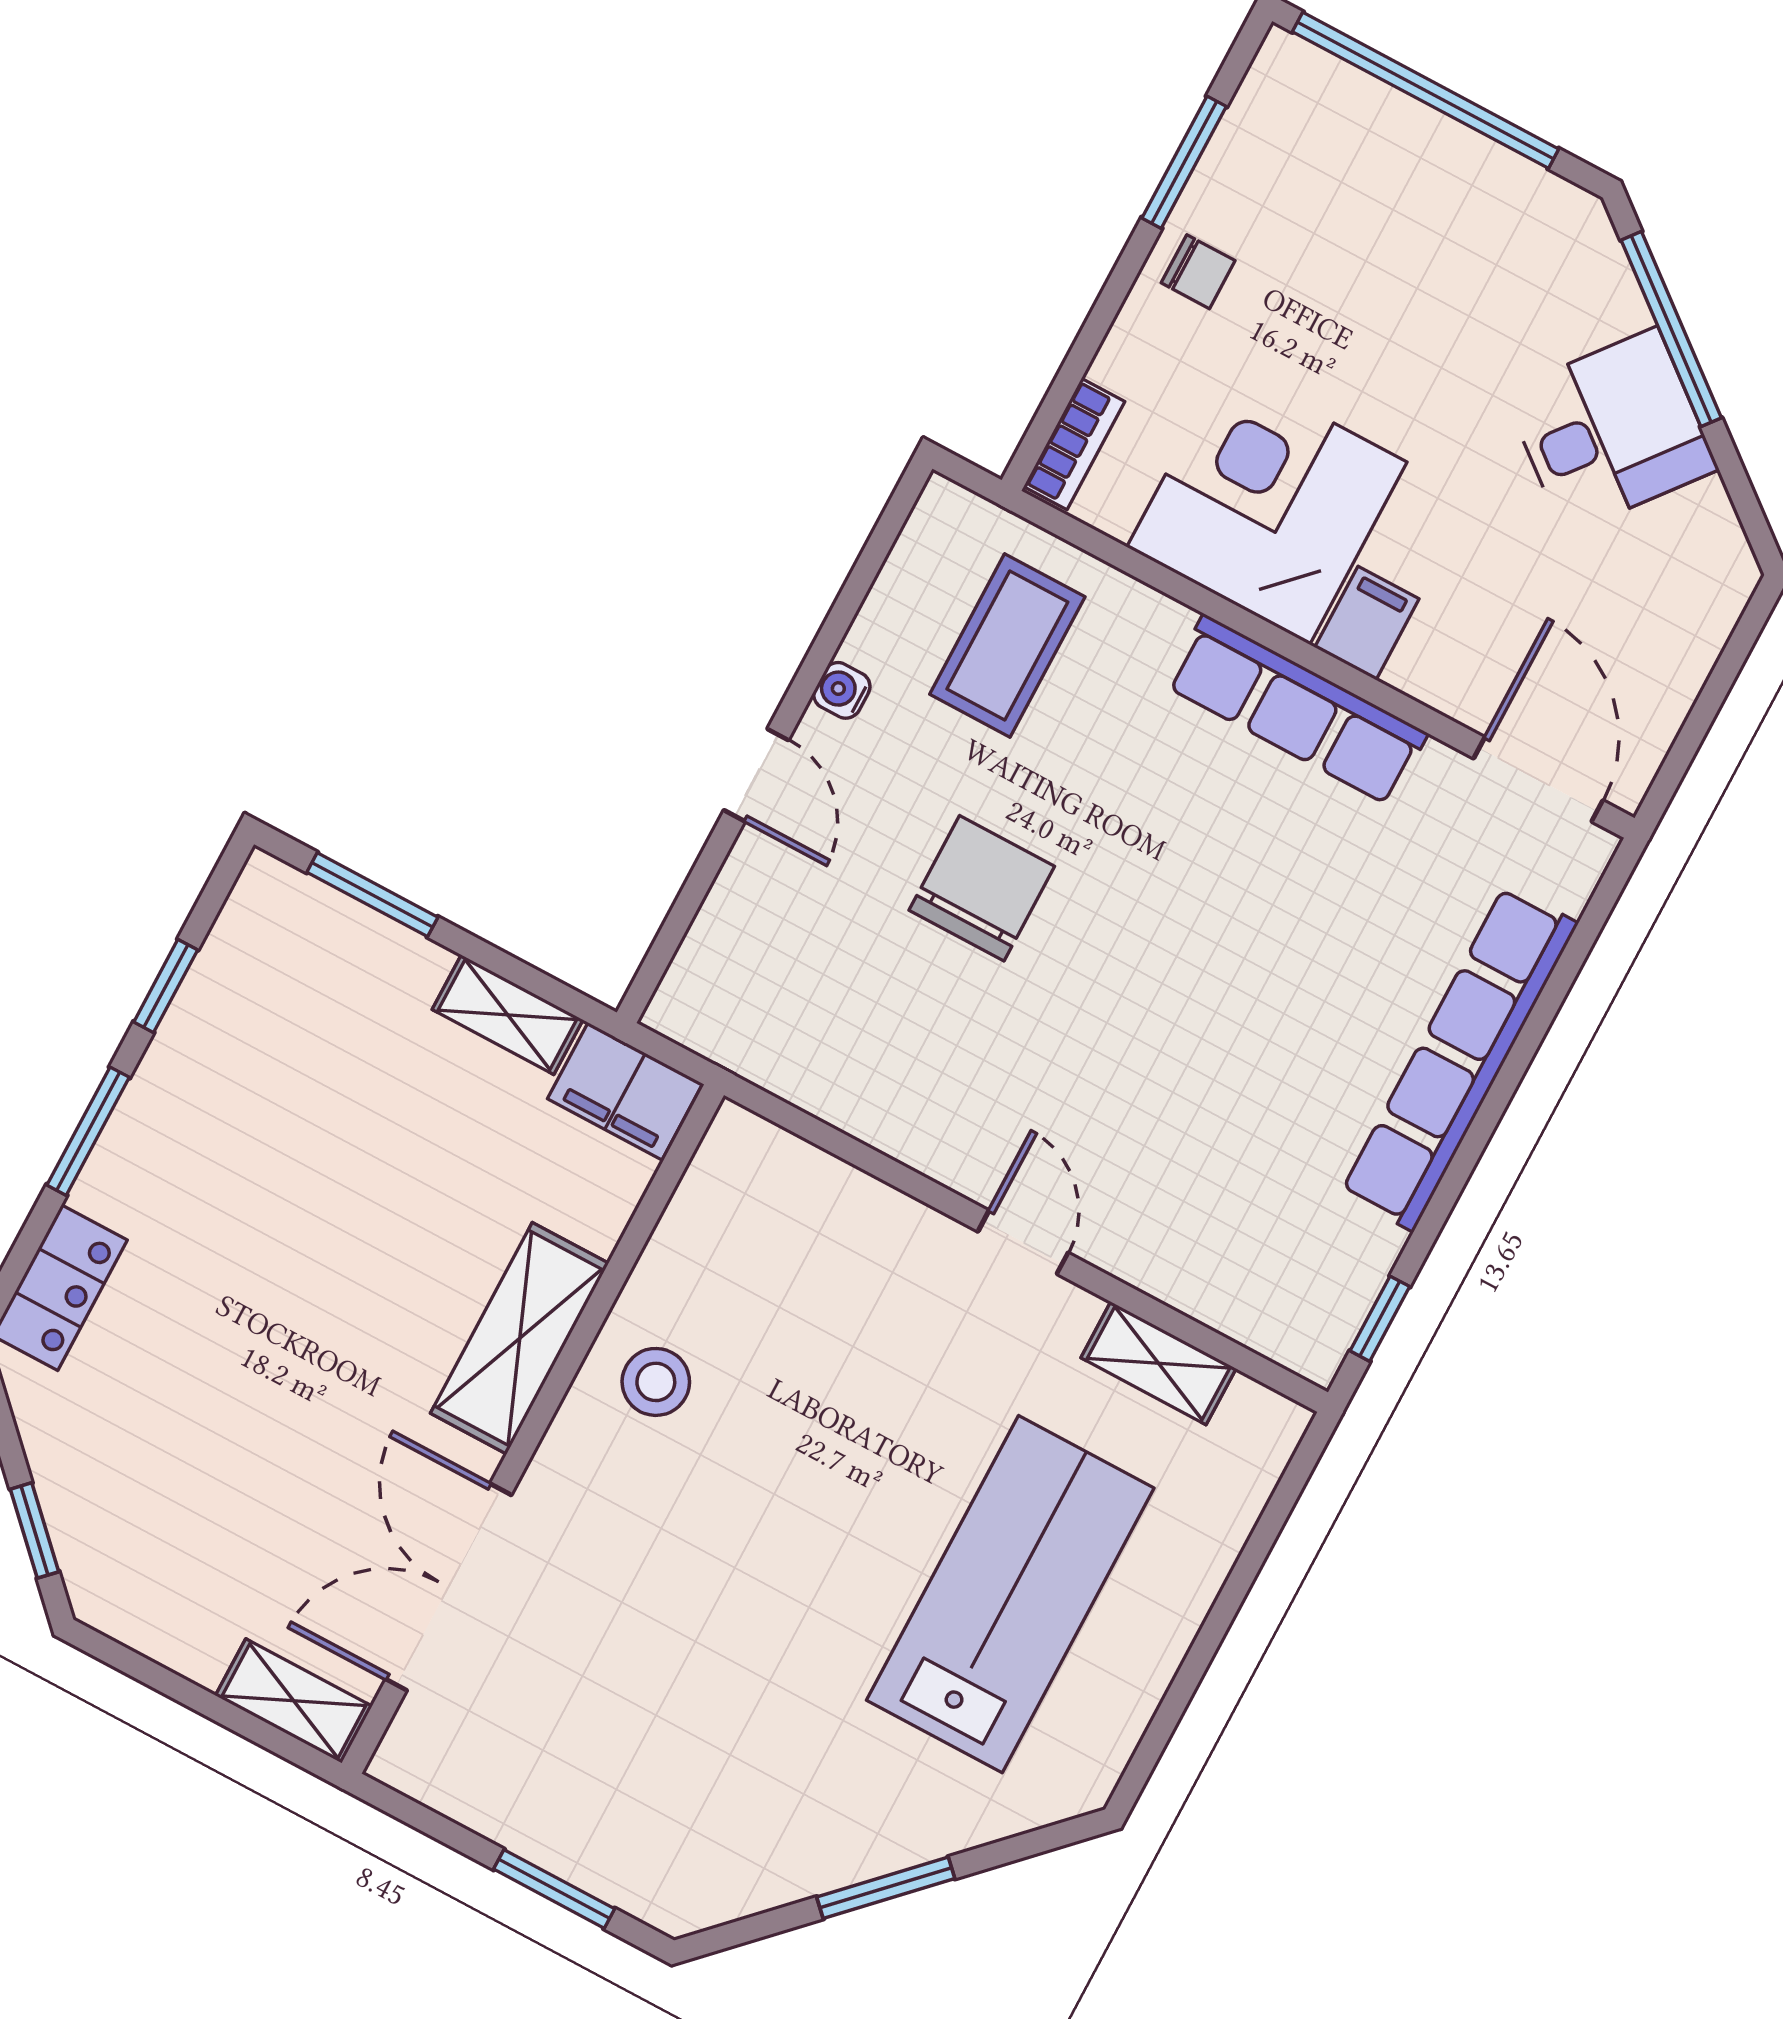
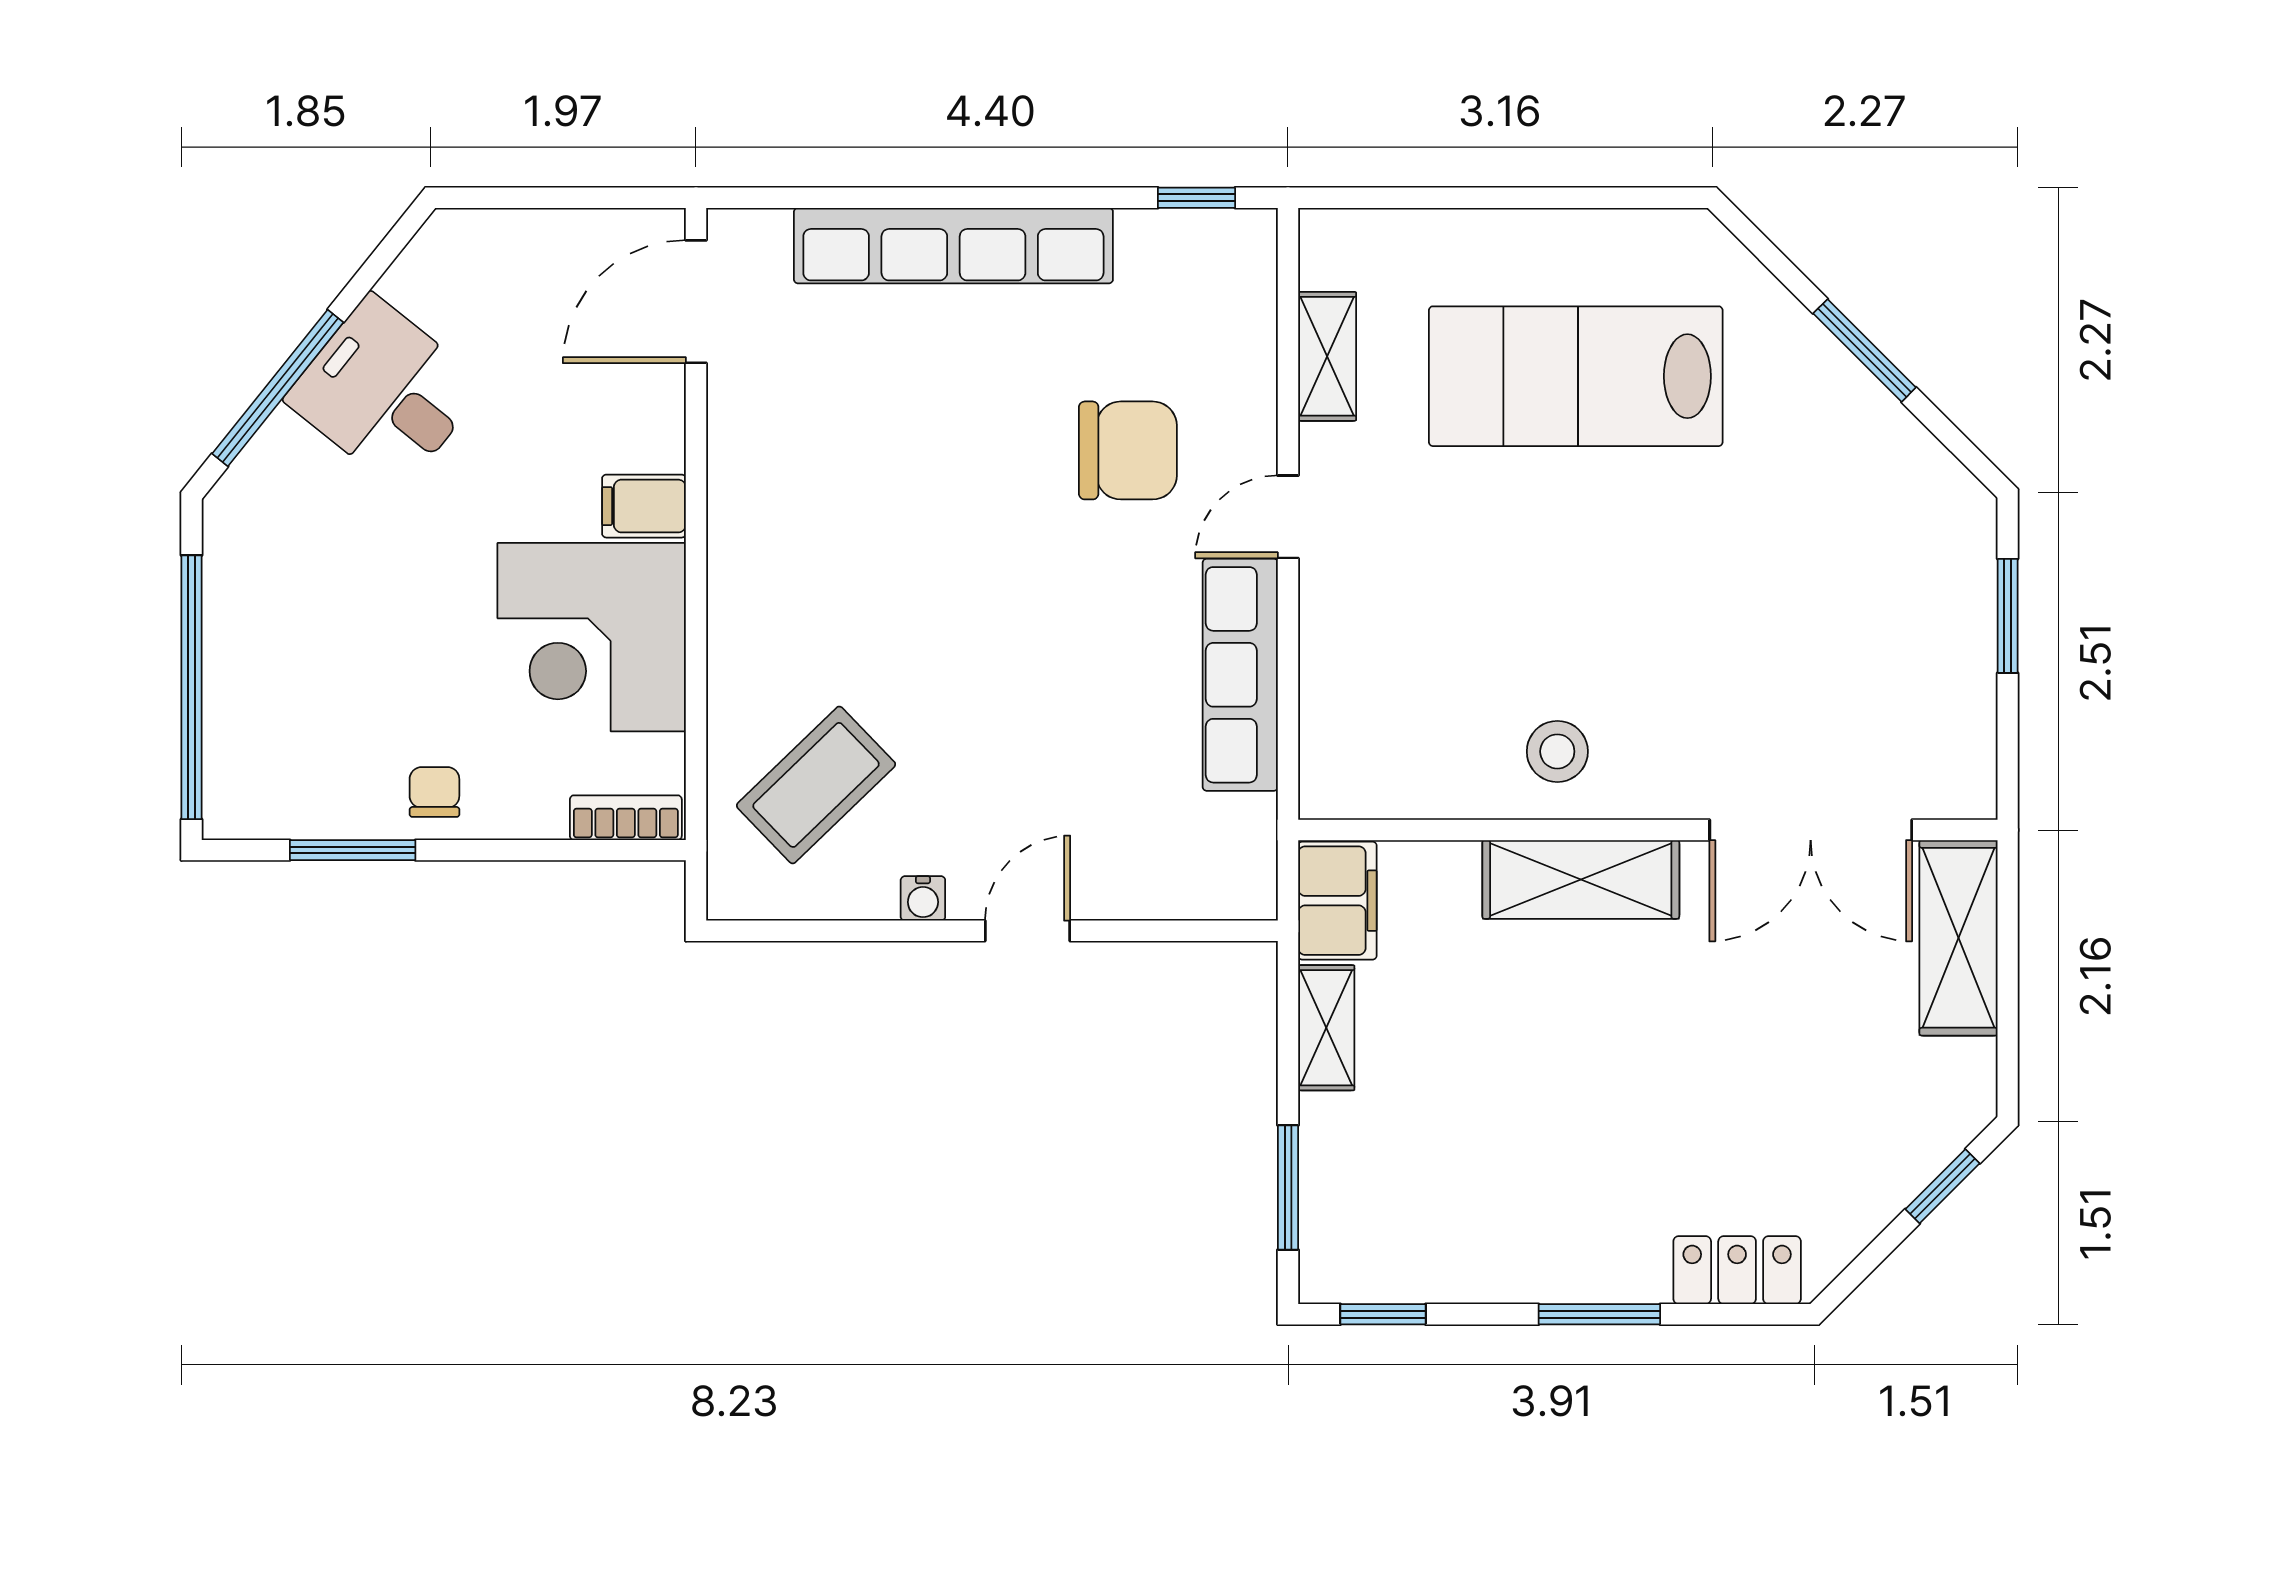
coffee table: (1007, 645) -> (816, 785), turned -44
row of seats: (1297, 710) -> (1240, 675), moved, turned 180
chair: (982, 888) -> (1128, 450), moved, turned 180
window: (166, 986) -> (1383, 1314), moved
shelving: (294, 1701) -> (1958, 938), width x1.50, depth x1.33

